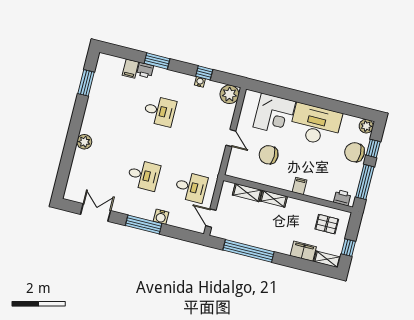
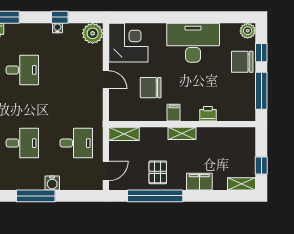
corner desk: (274, 114) -> (128, 43), moved, turned -90
filing cabinet: (299, 186) -> (174, 113), moved
shelving: (247, 193) -> (124, 134), moved
printer: (342, 198) -> (208, 114), moved
shelving: (274, 199) -> (182, 133), moved
door: (211, 218) -> (106, 171), swing flipped
pallet: (327, 224) -> (158, 172), moved, turned 90
filing cabinet: (303, 251) -> (199, 182), moved

